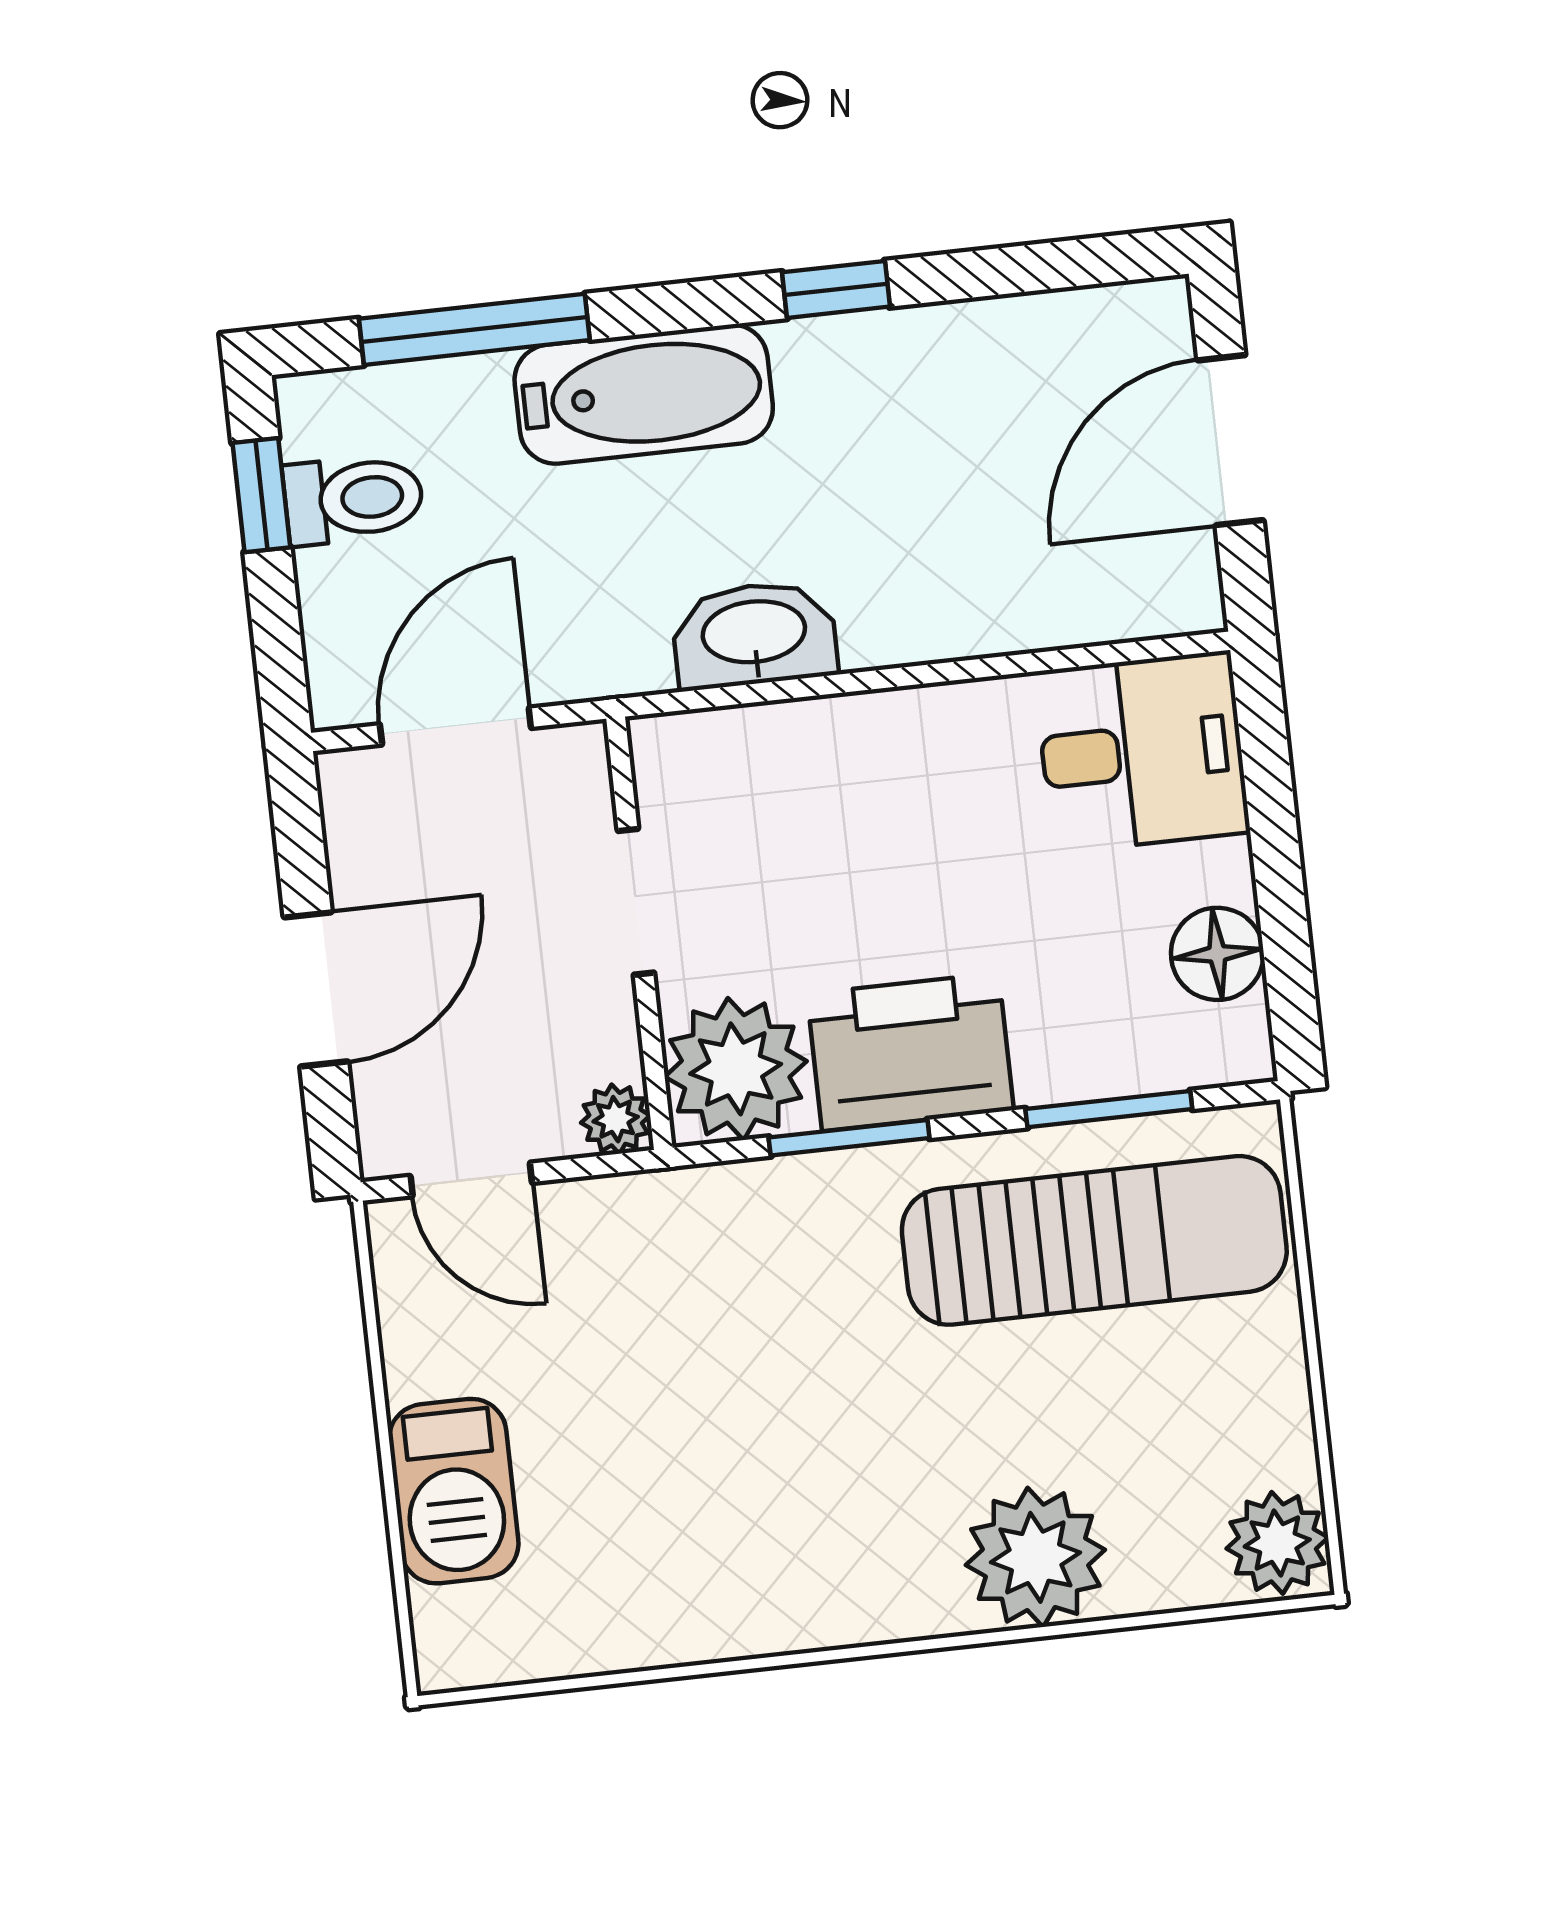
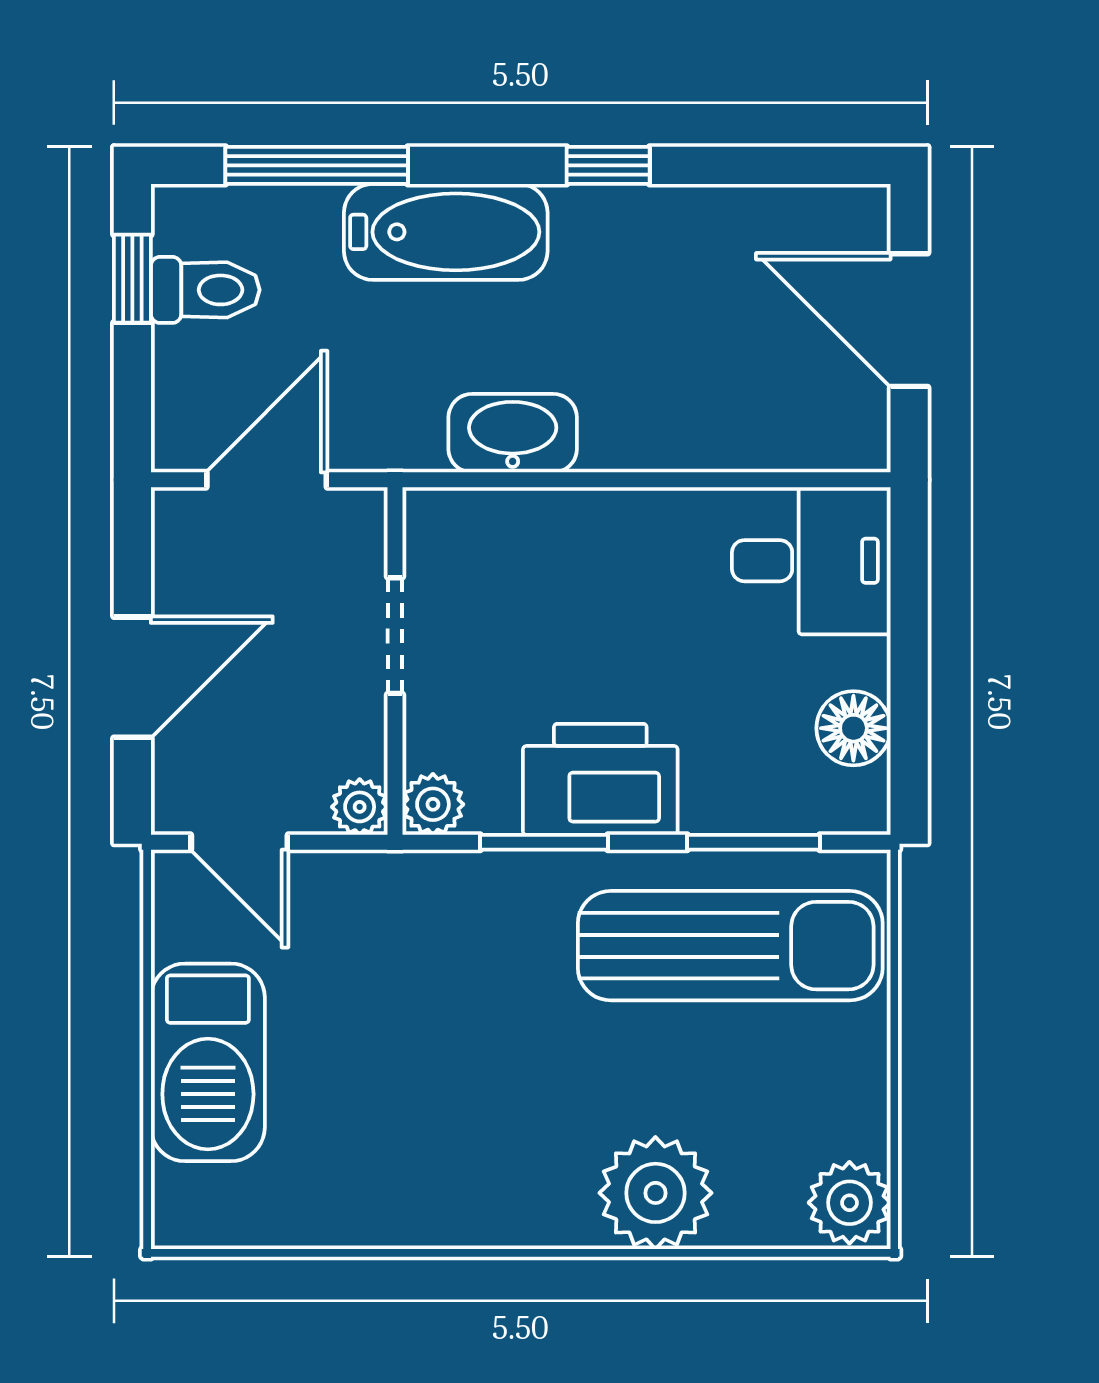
door: (1230, 440) -> (909, 320), hinge flipped
plant: (736, 1069) -> (433, 804), width x0.53, depth x0.53
barbecue: (454, 1491) -> (208, 1062), width x1.37, depth x1.21

